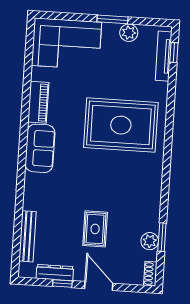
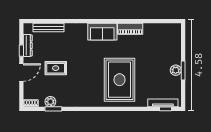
plant: (129, 33) -> (176, 70), moved
corner sofa: (66, 44) -> (167, 44), removed

